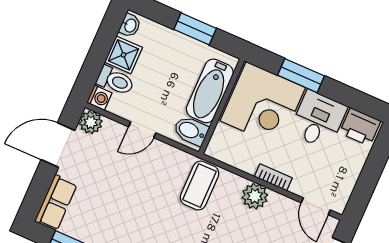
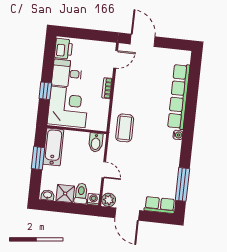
window: (301, 76) -> (45, 91), width x0.67
bathtub: (210, 91) -> (53, 147), moved, turned -90
coffee table: (199, 185) -> (125, 128), turned 90
plant: (255, 196) -> (121, 95), removed

